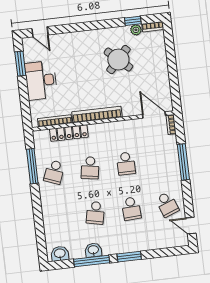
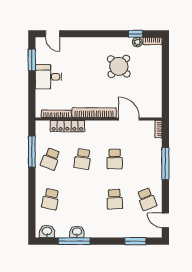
desk: (41, 80) -> (48, 77), width x0.73
door: (154, 115) -> (129, 119), moved
school desk: (95, 213) -> (51, 199), moved
window: (129, 257) -> (135, 241), moved

